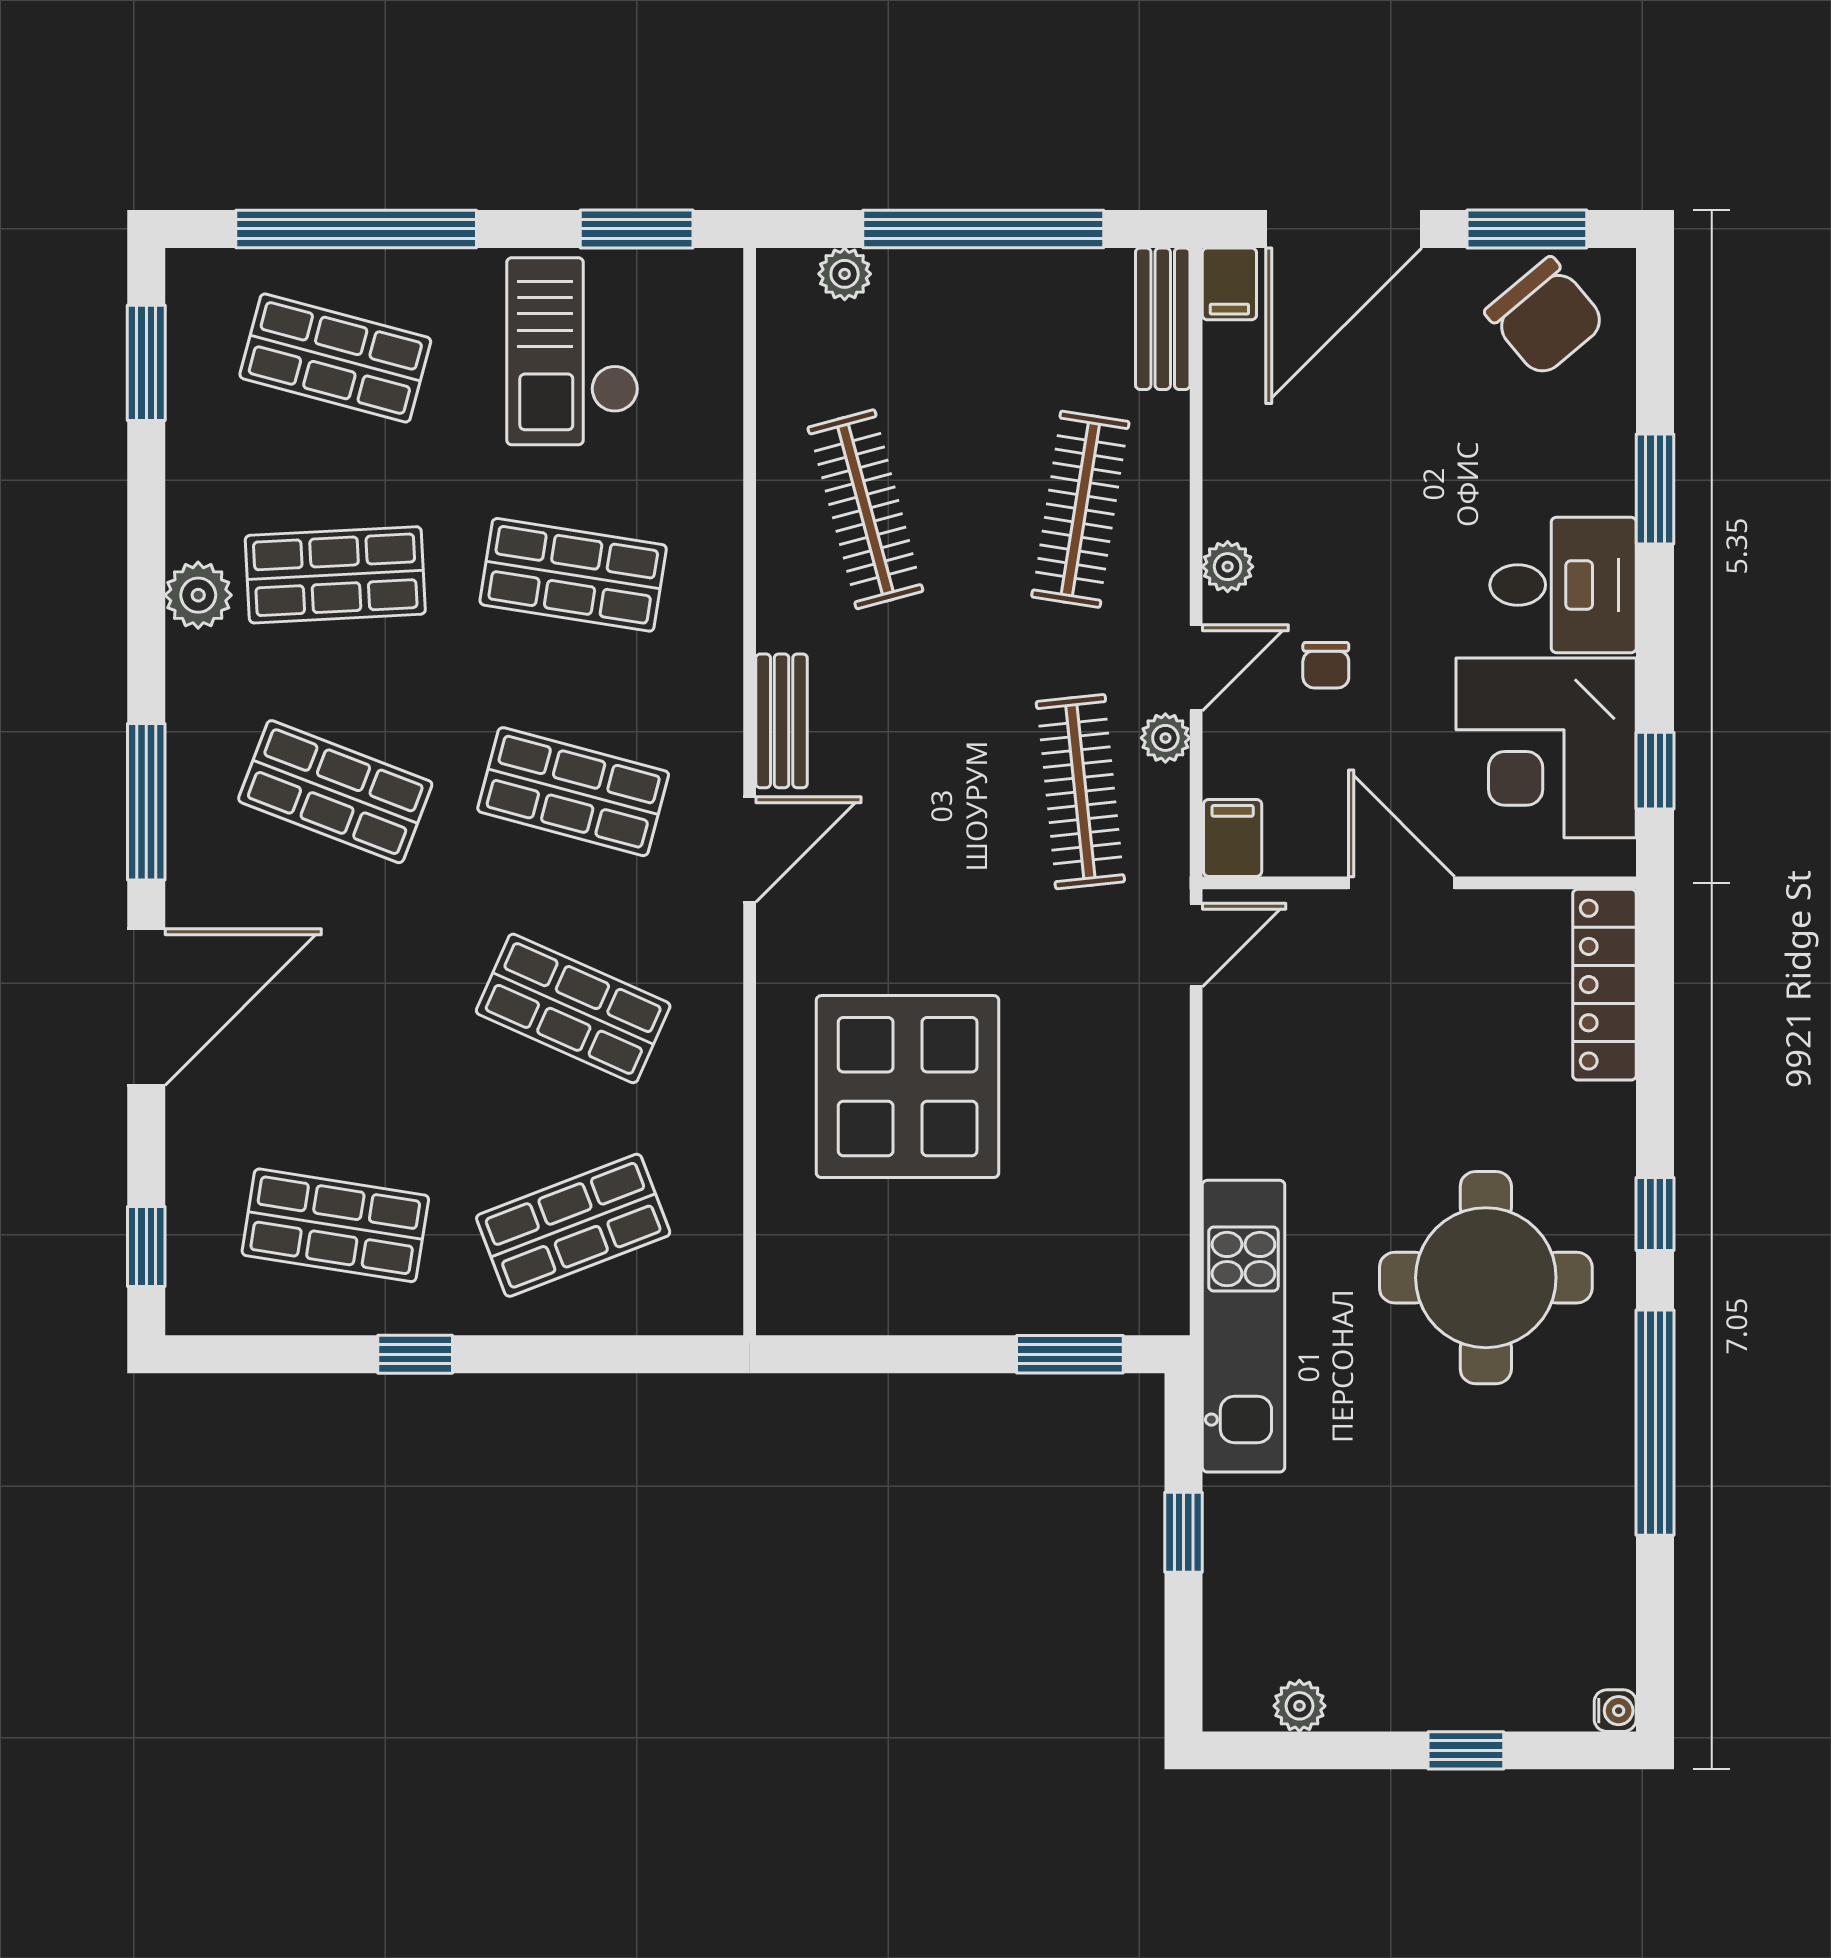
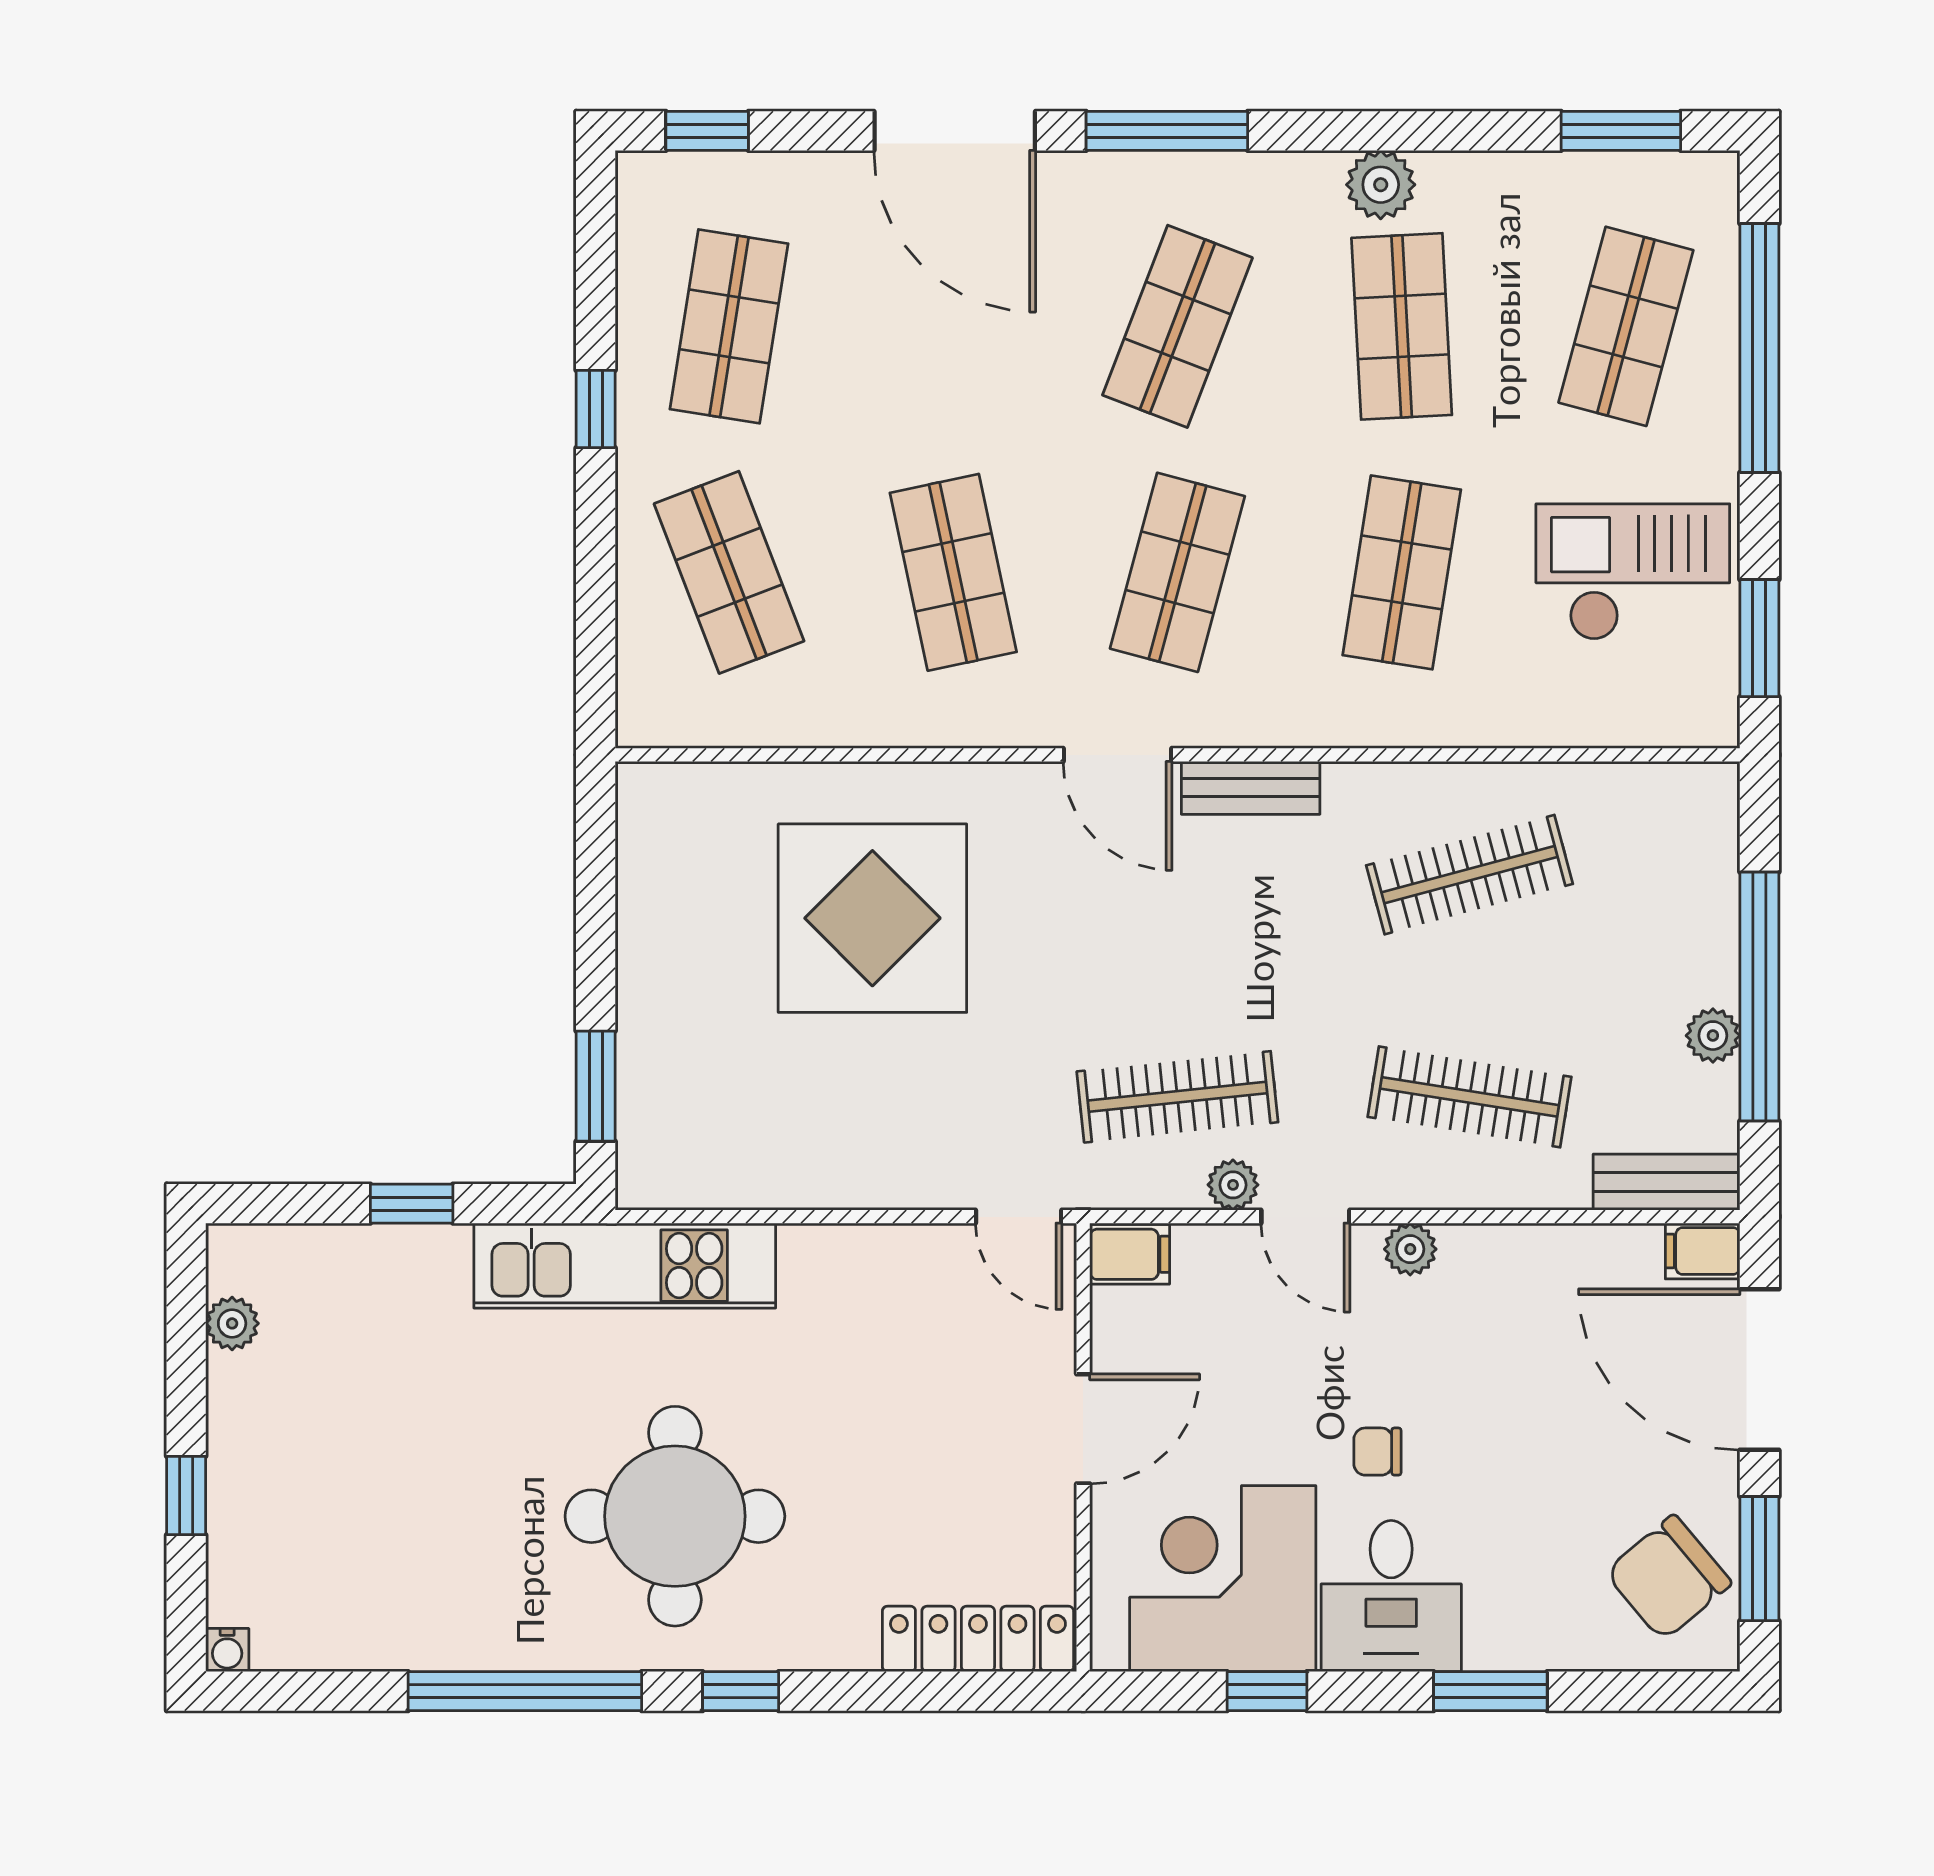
plant: (845, 274) -> (1713, 1036), moved
chair: (1326, 665) -> (1377, 1452), moved
window: (1655, 771) -> (1267, 1691), moved
shop shelf: (573, 1008) -> (953, 572), turned -36

